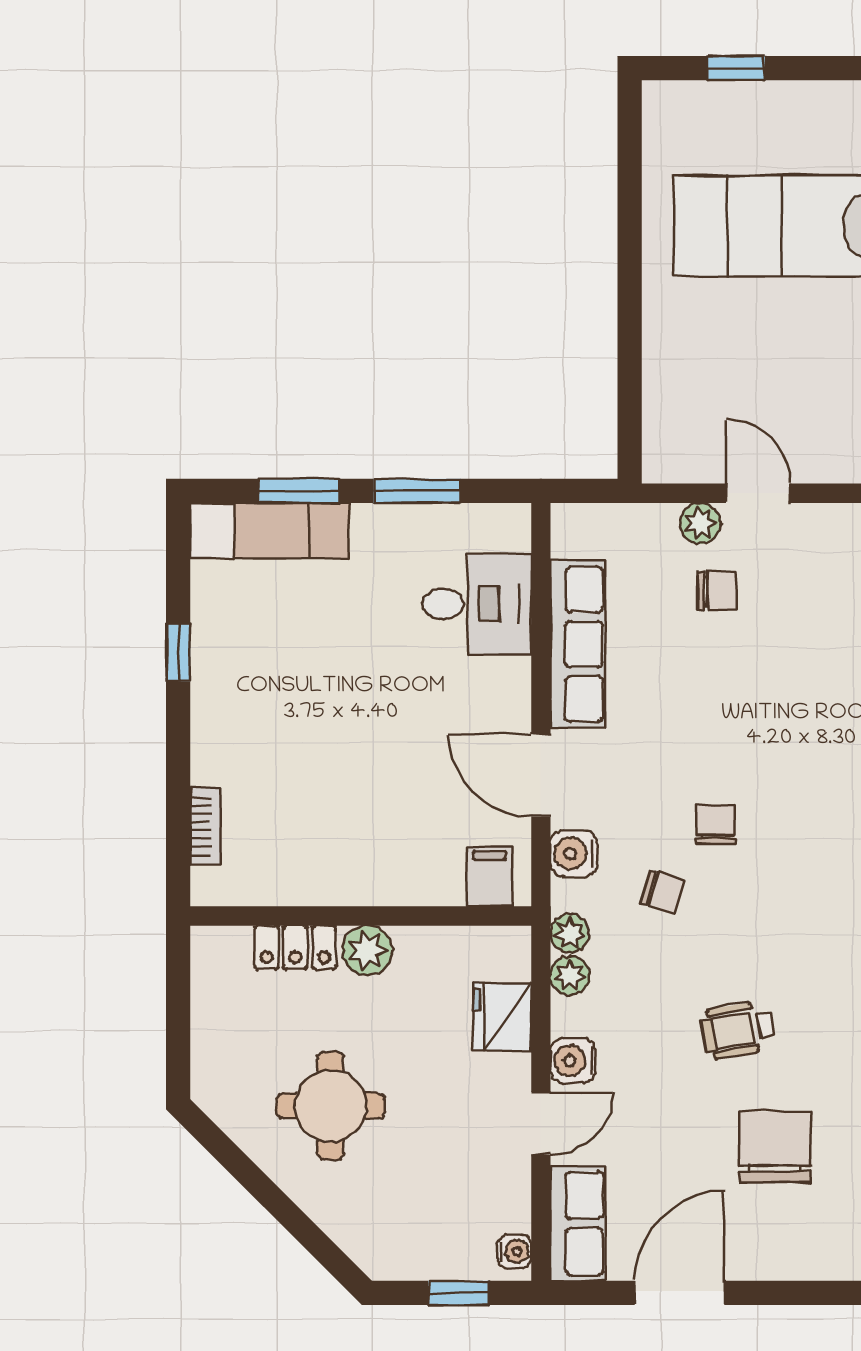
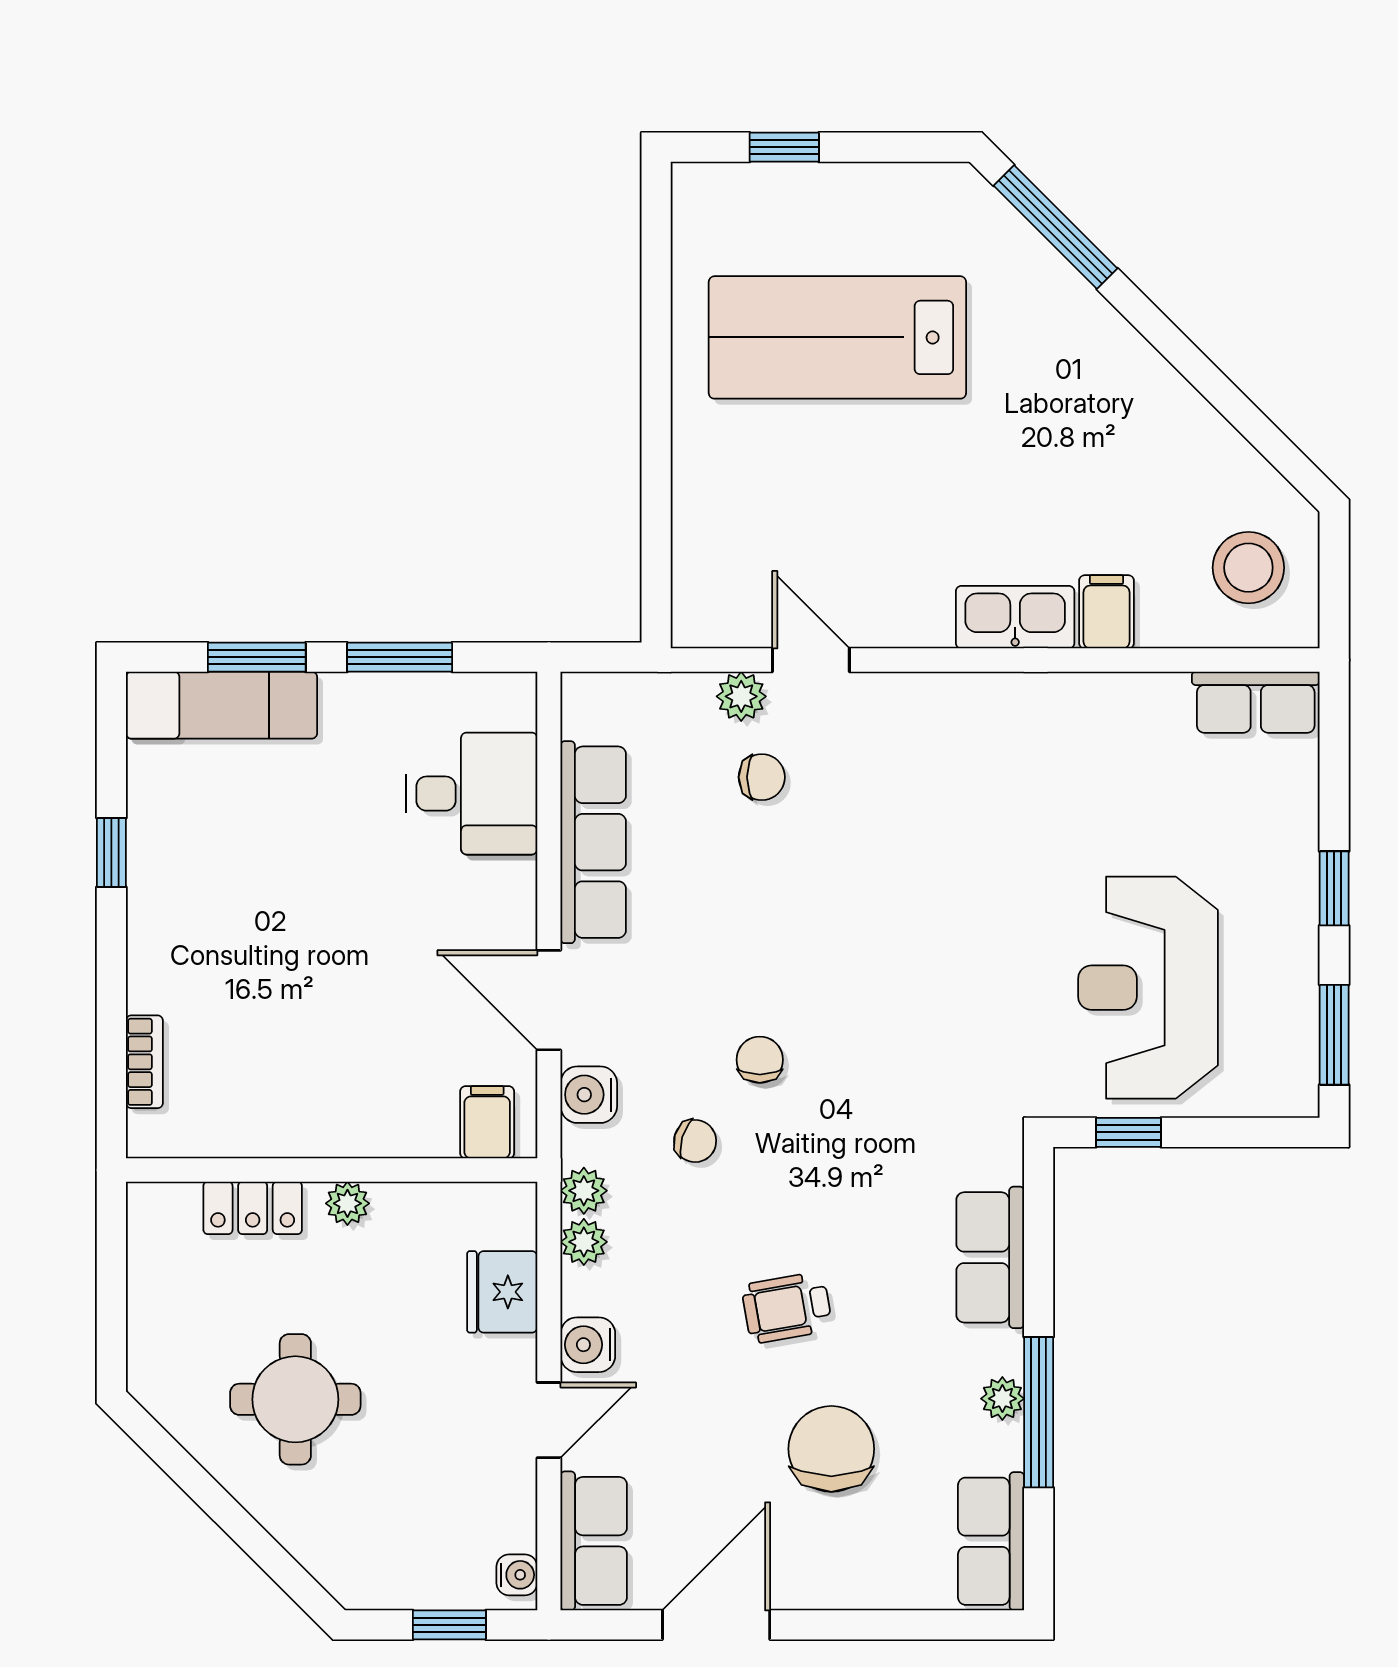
plant: (367, 950) -> (347, 1203), width x0.73, depth x0.73

